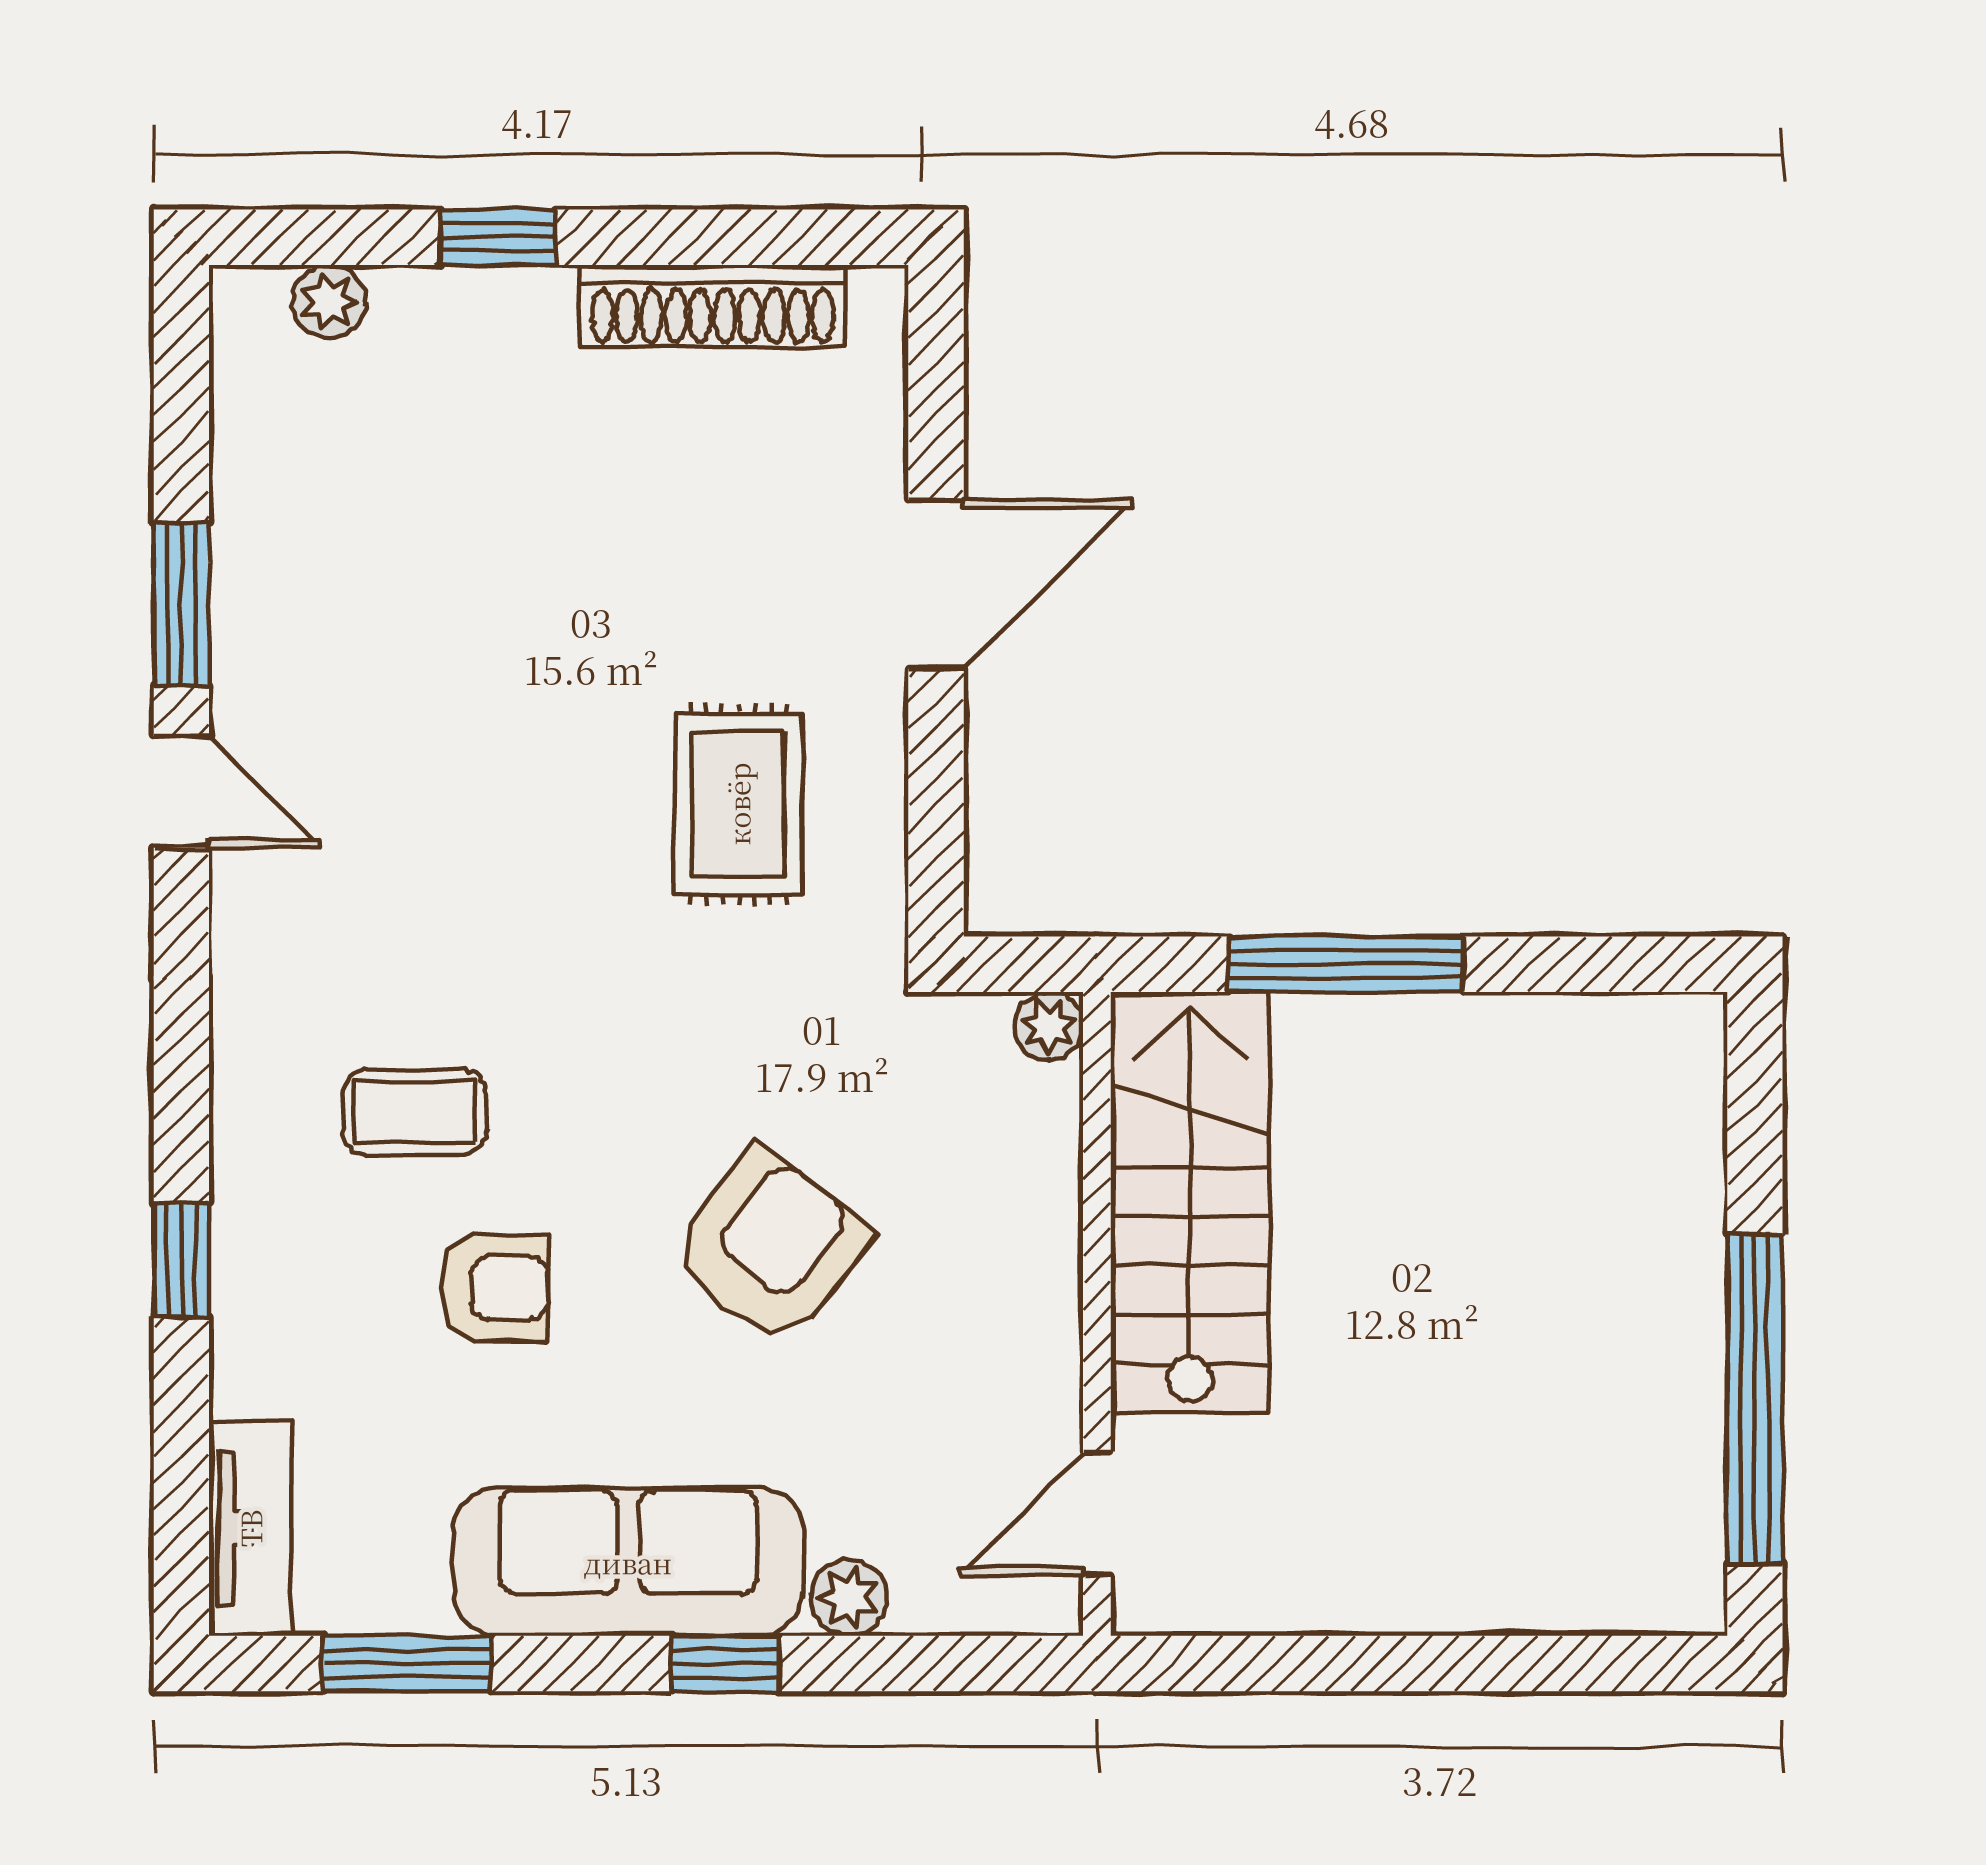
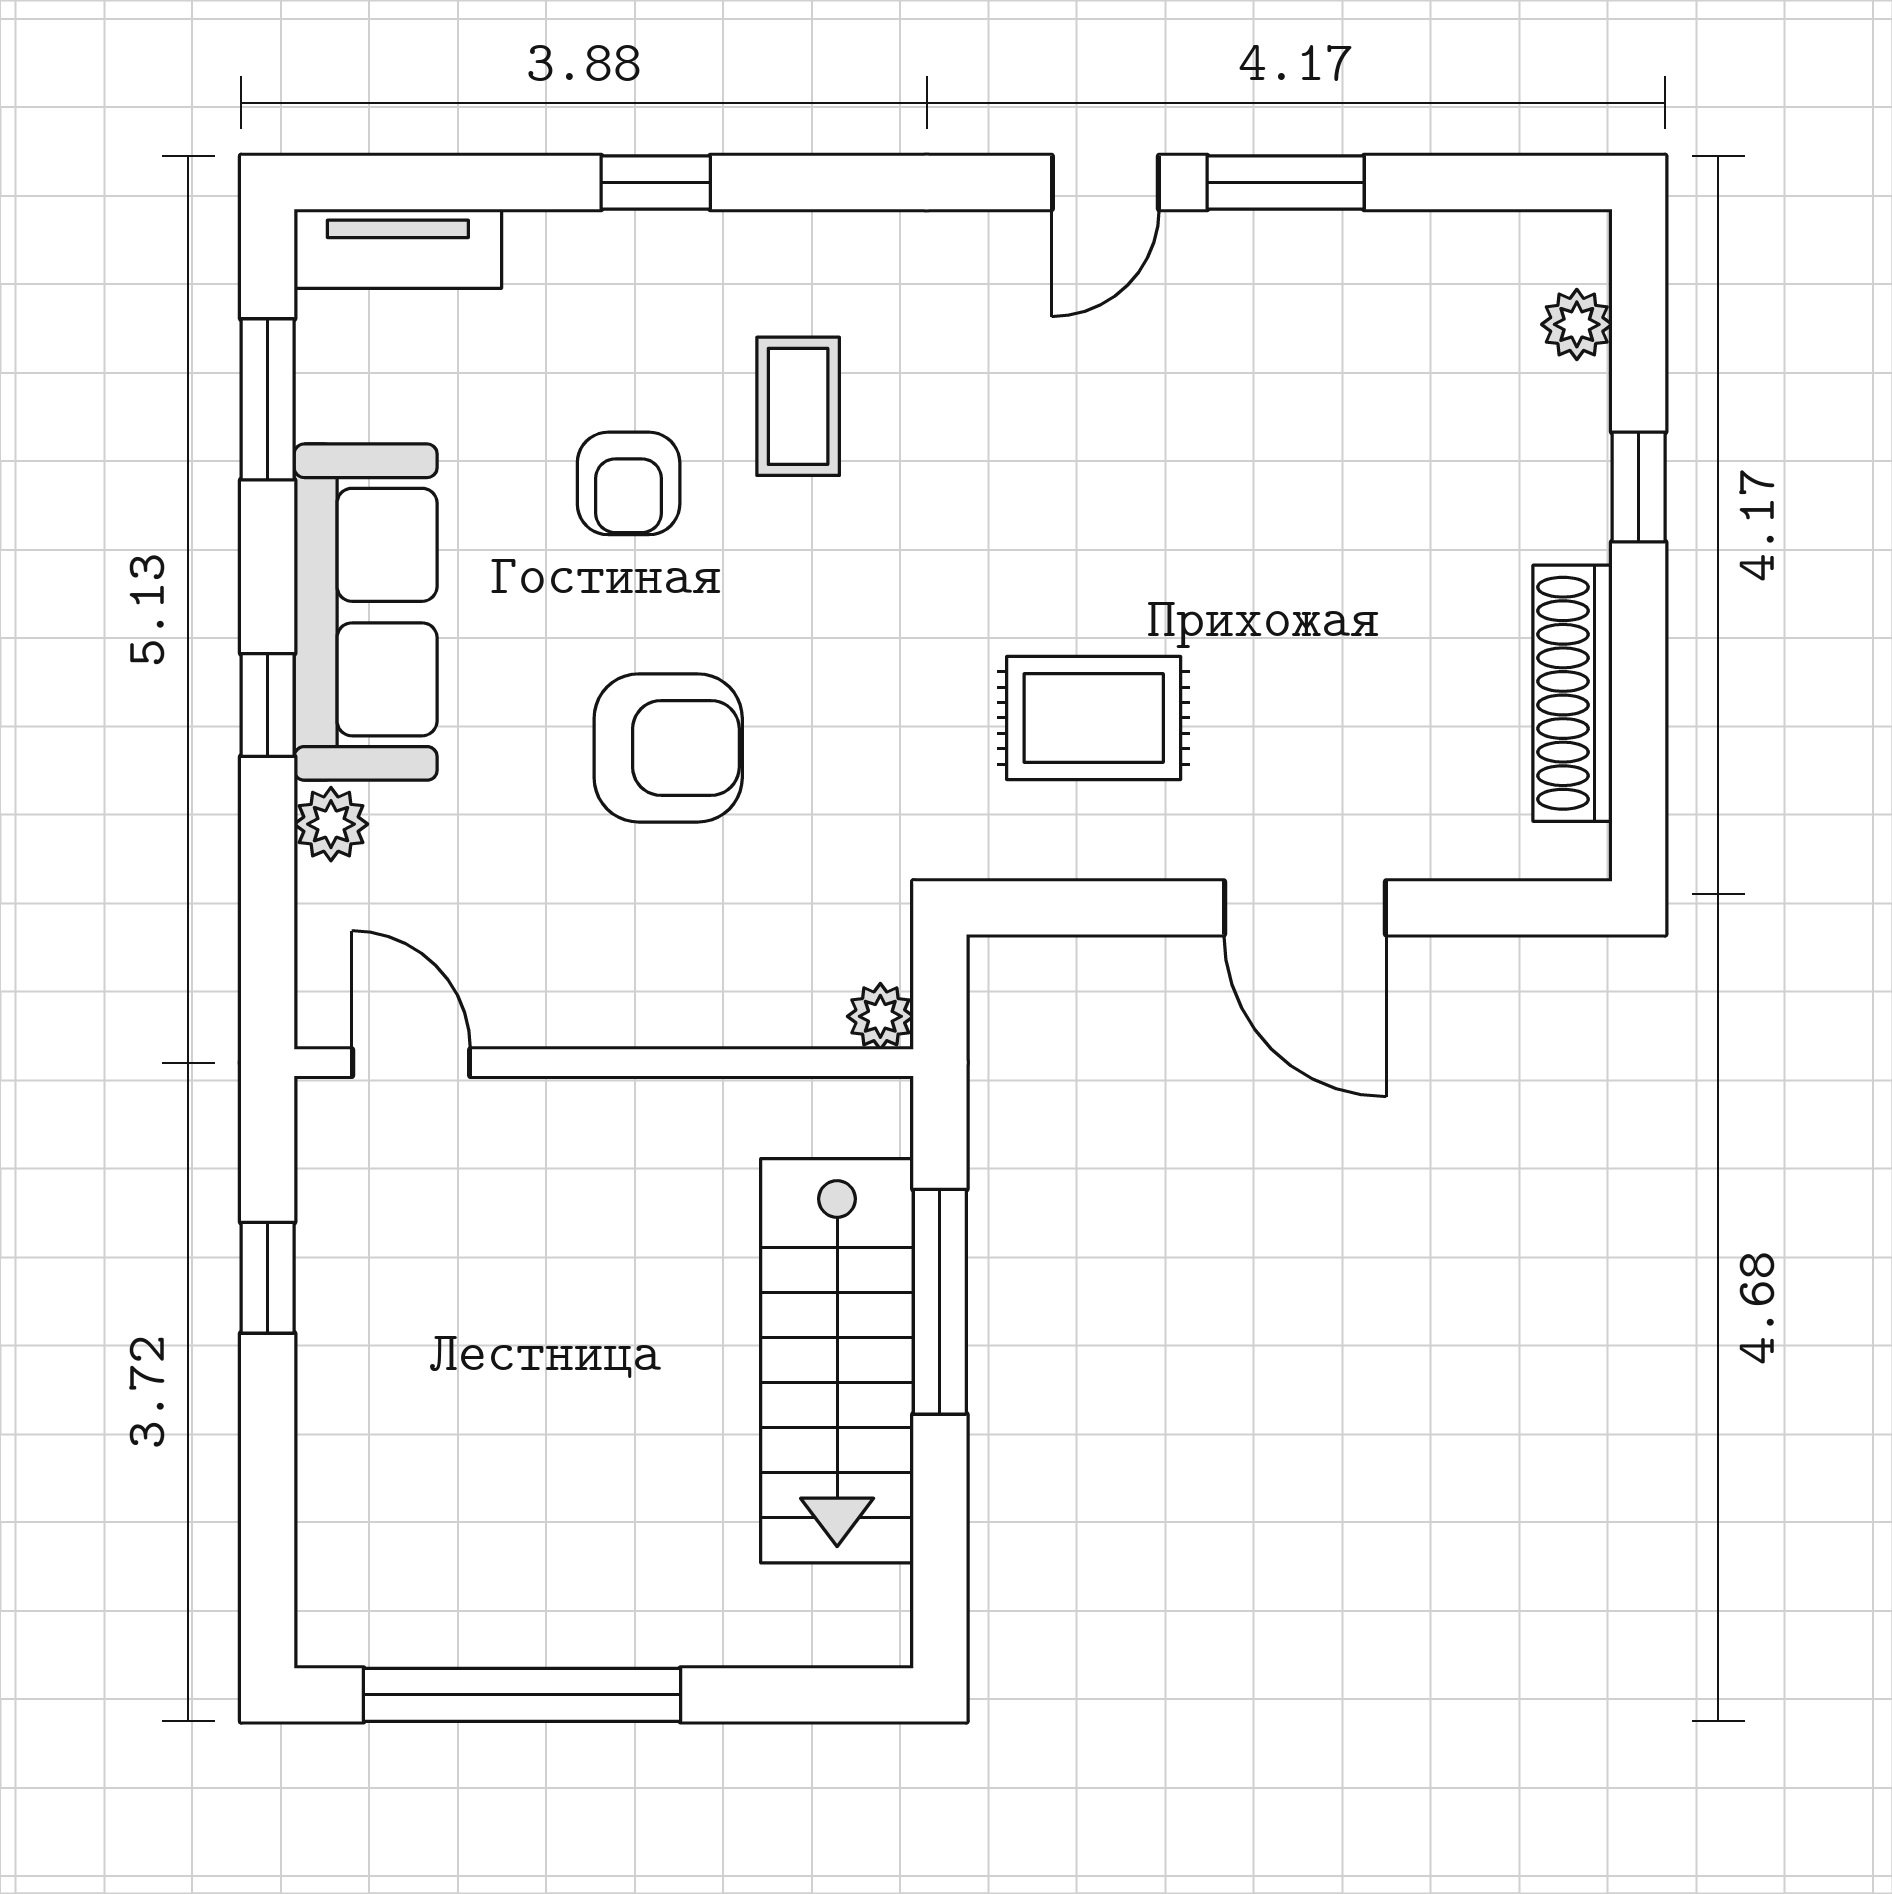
stairs: (1190, 1202) -> (837, 1361), moved, turned 90
armchair: (770, 1247) -> (668, 748), turned -38
window: (1321, 1664) -> (268, 1278), added

